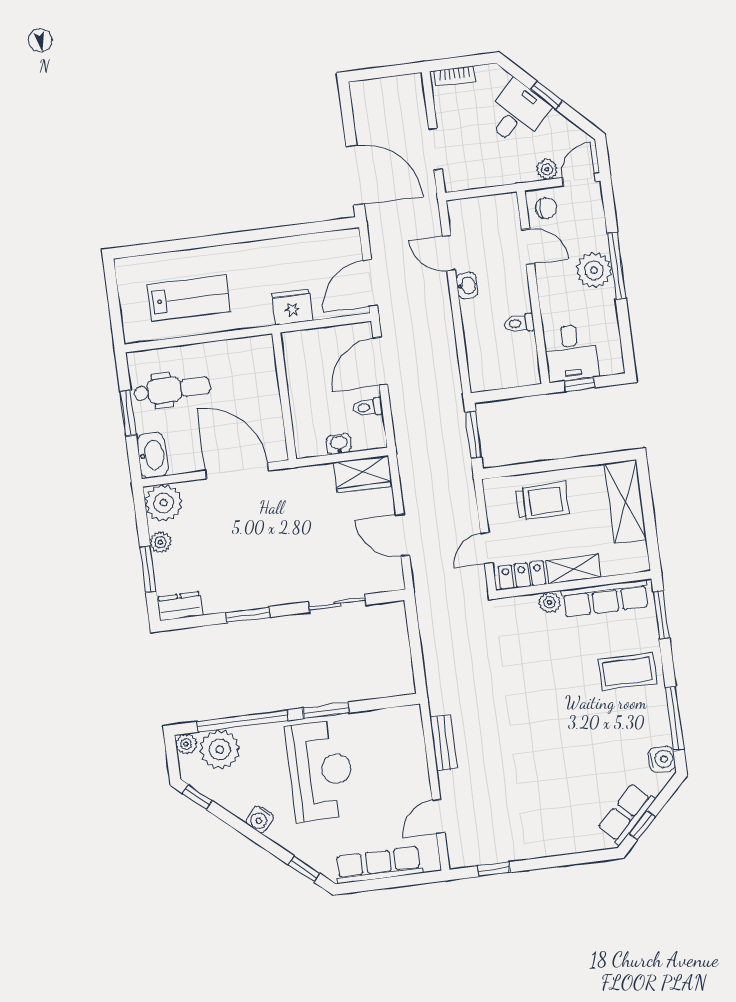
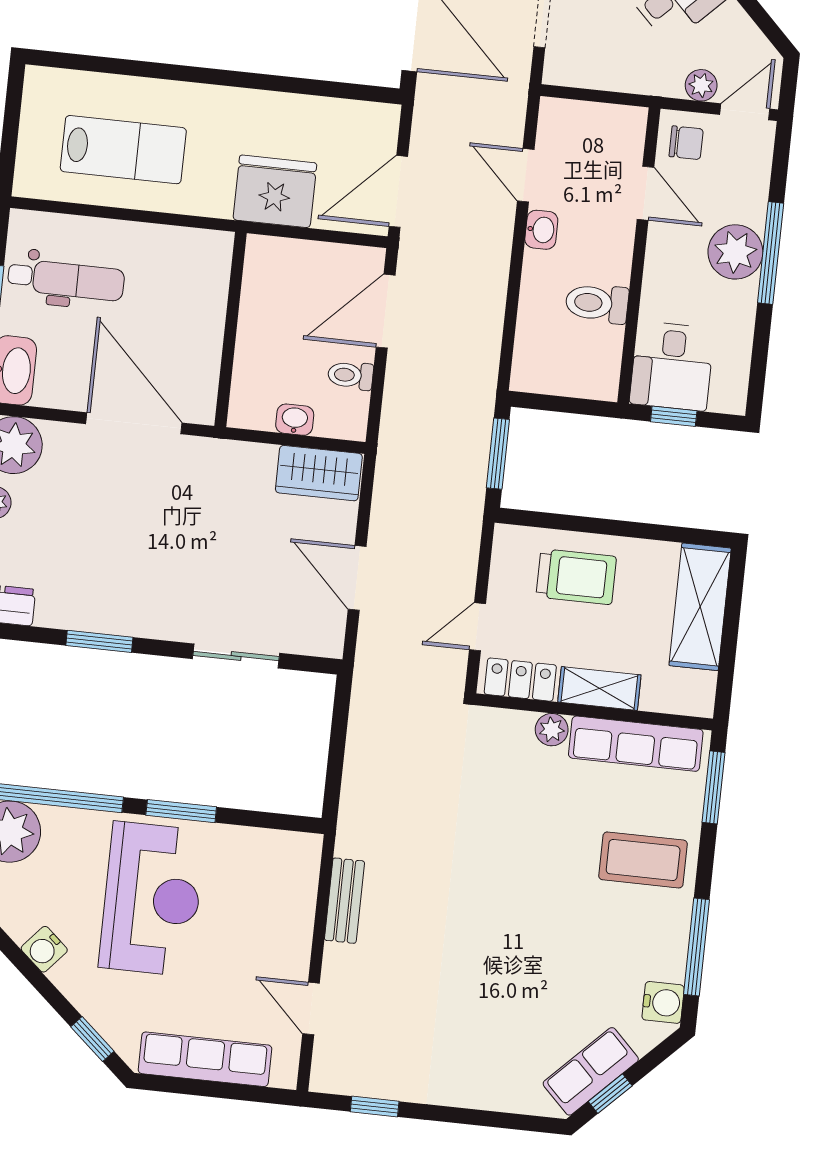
fridge: (292, 307) -> (275, 191), width x1.36, depth x1.34
toilet: (519, 323) -> (597, 303), width x1.37, depth x1.39
door: (439, 816) -> (311, 1009), hinge flipped

